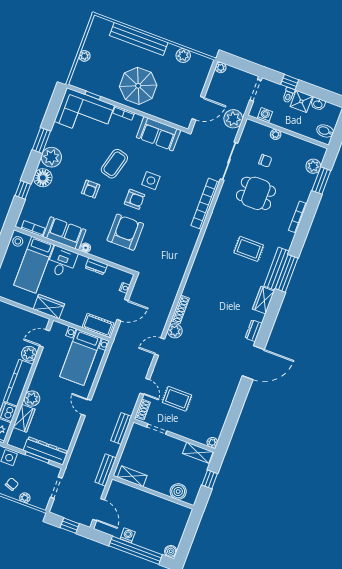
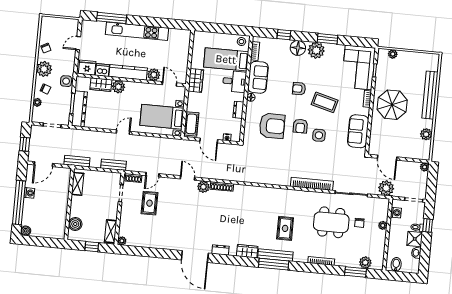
plant: (84, 56) -> (393, 54), moved
dining table: (256, 193) -> (331, 222), width x1.38

